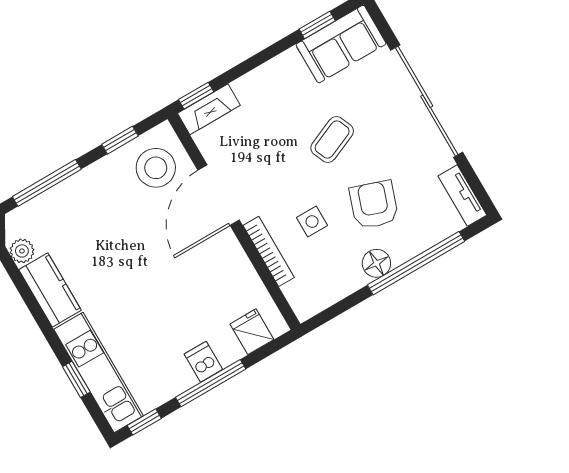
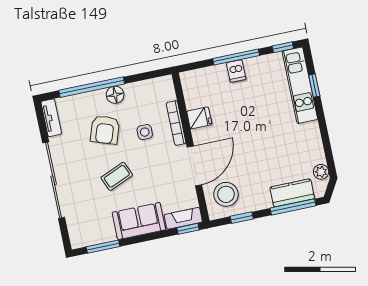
window: (317, 25) -> (103, 247), width x1.50
sofa: (341, 44) -> (139, 221), moved
kitchen counter: (50, 290) -> (292, 193), moved, turned 90
fridge: (252, 332) -> (199, 118), moved, turned -90

